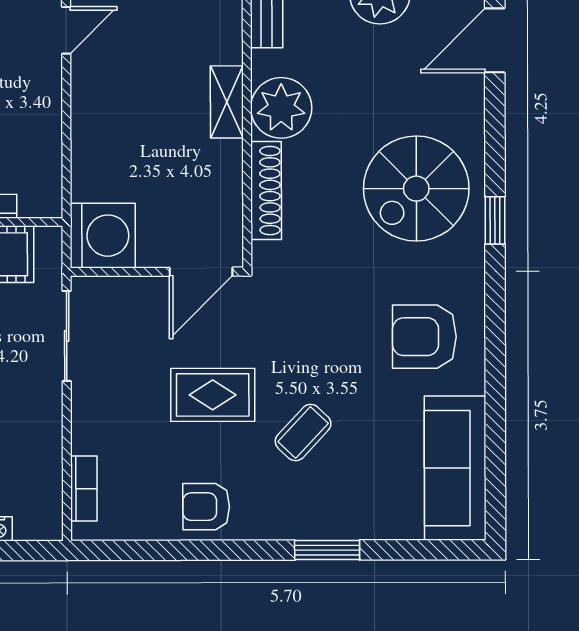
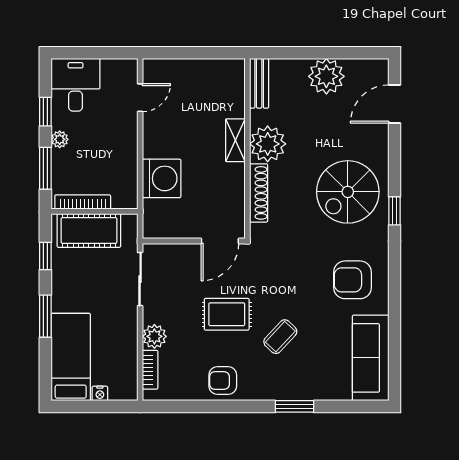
washing machine: (103, 236) -> (162, 178), moved
plant: (91, 433) -> (154, 336), added

